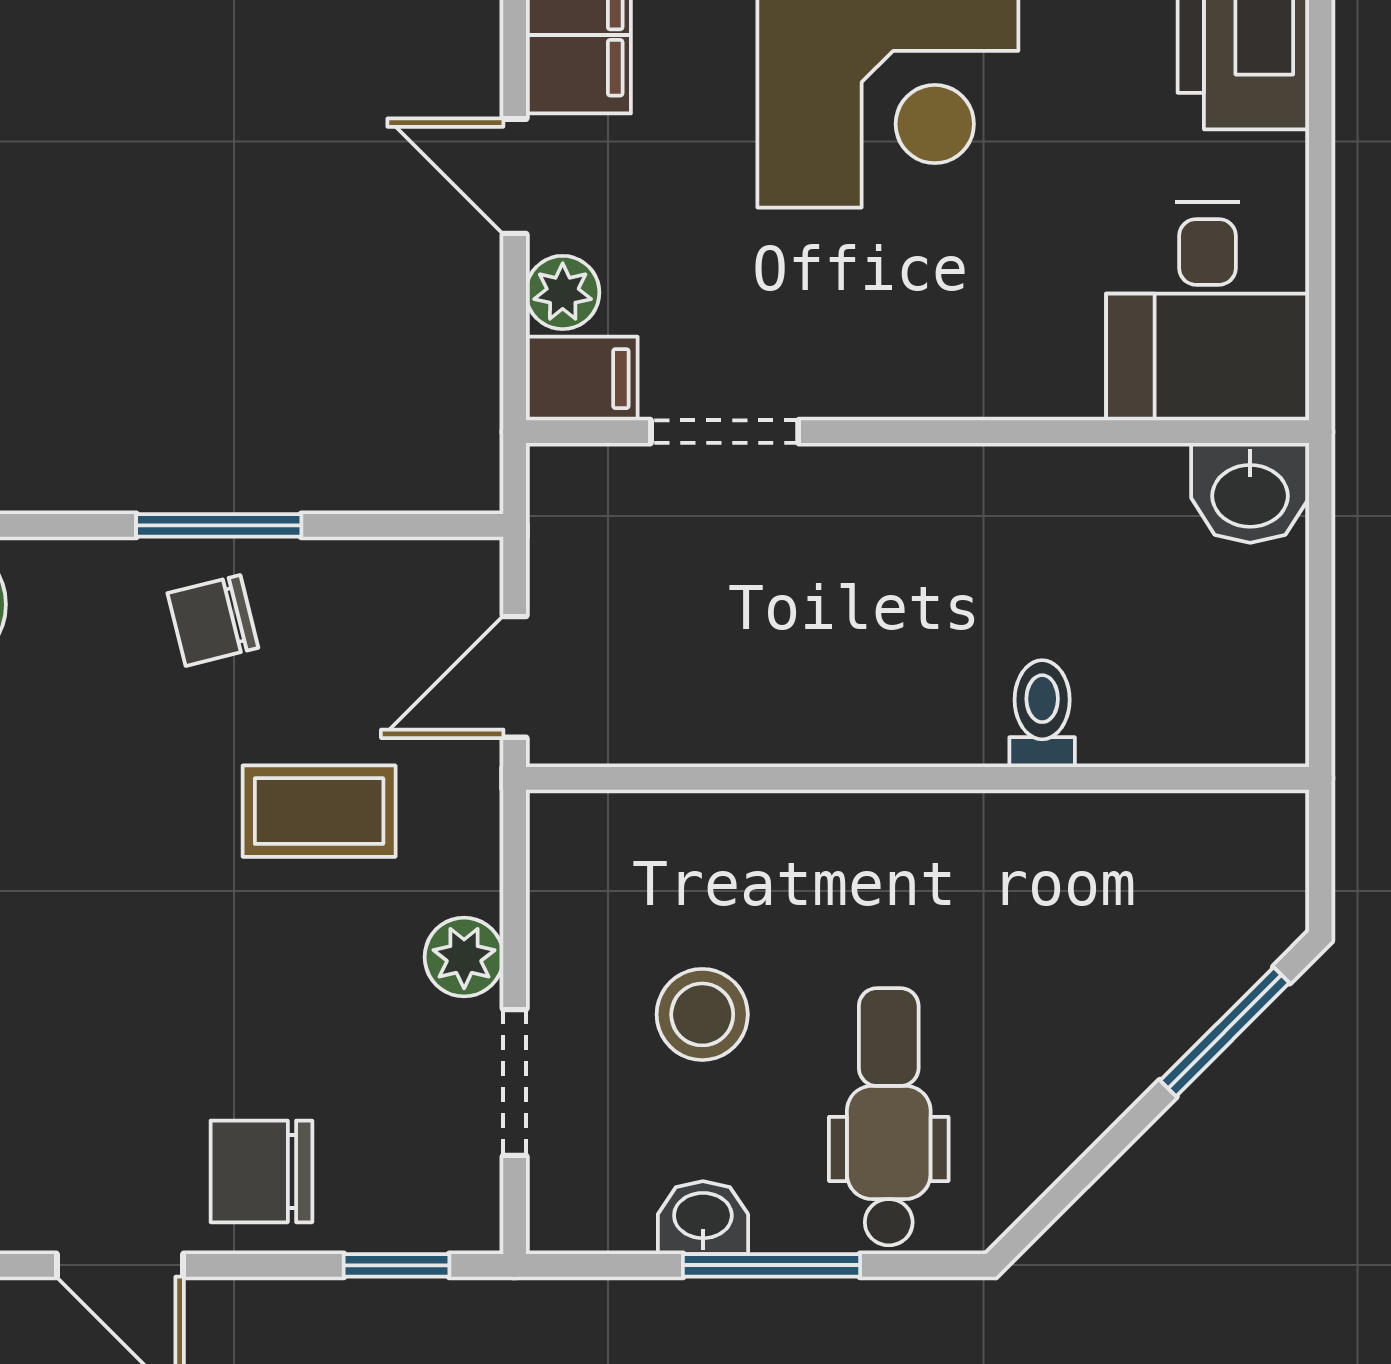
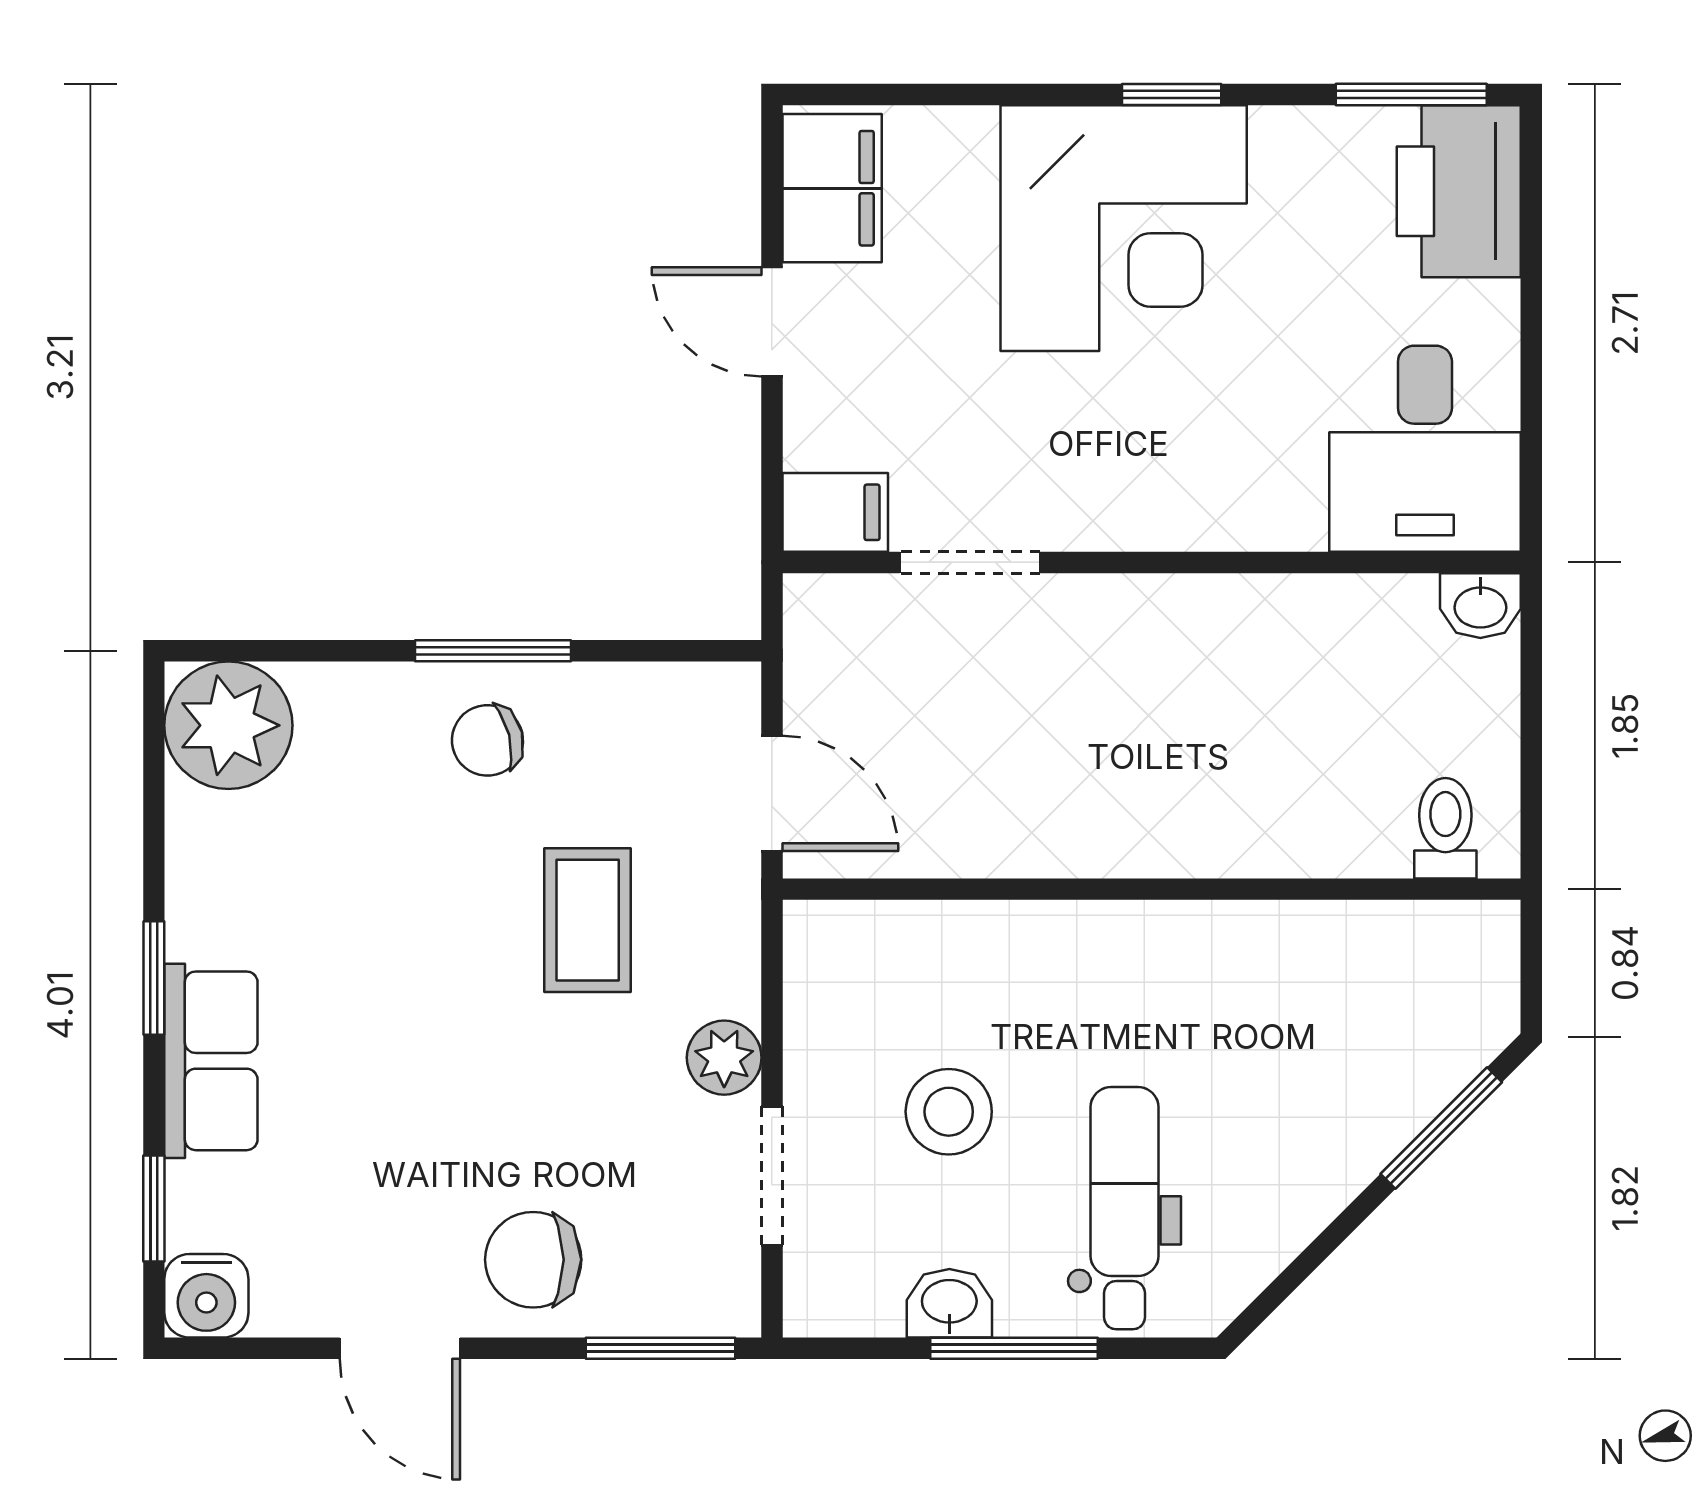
plant: (563, 292) -> (817, 431), removed
washbasin: (1250, 493) -> (1480, 606), width x0.72, depth x0.69
door: (515, 677) -> (772, 793), swing flipped
toilet: (1042, 714) -> (1445, 828), moved
coffee table: (319, 811) -> (588, 920), turned 90
window: (397, 1265) -> (661, 1348), width x1.50

